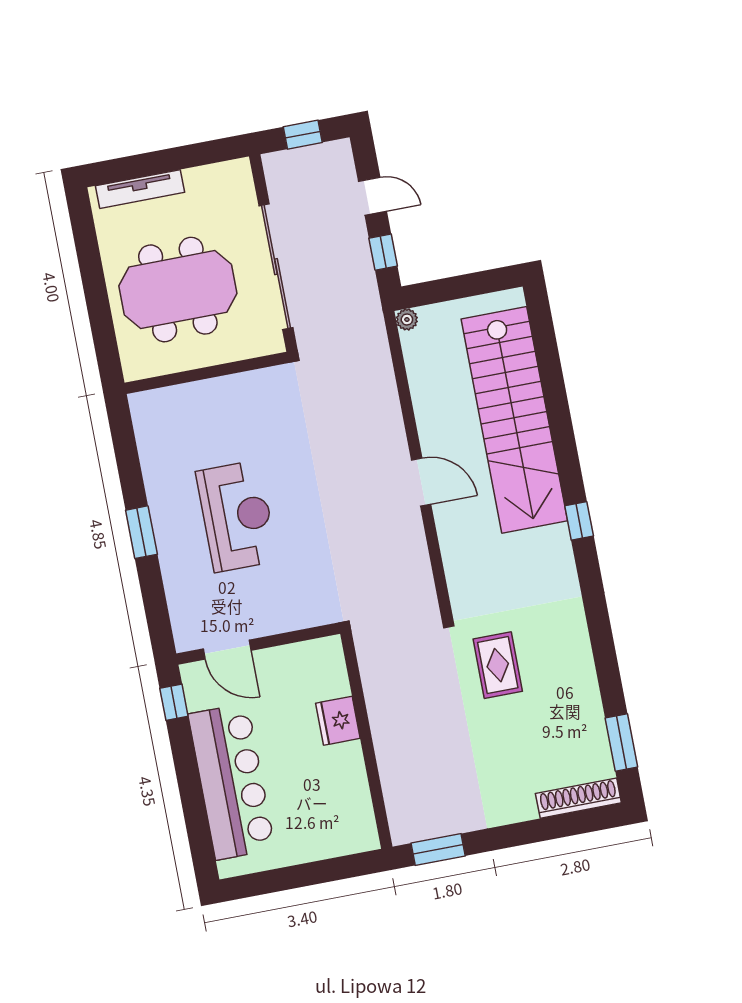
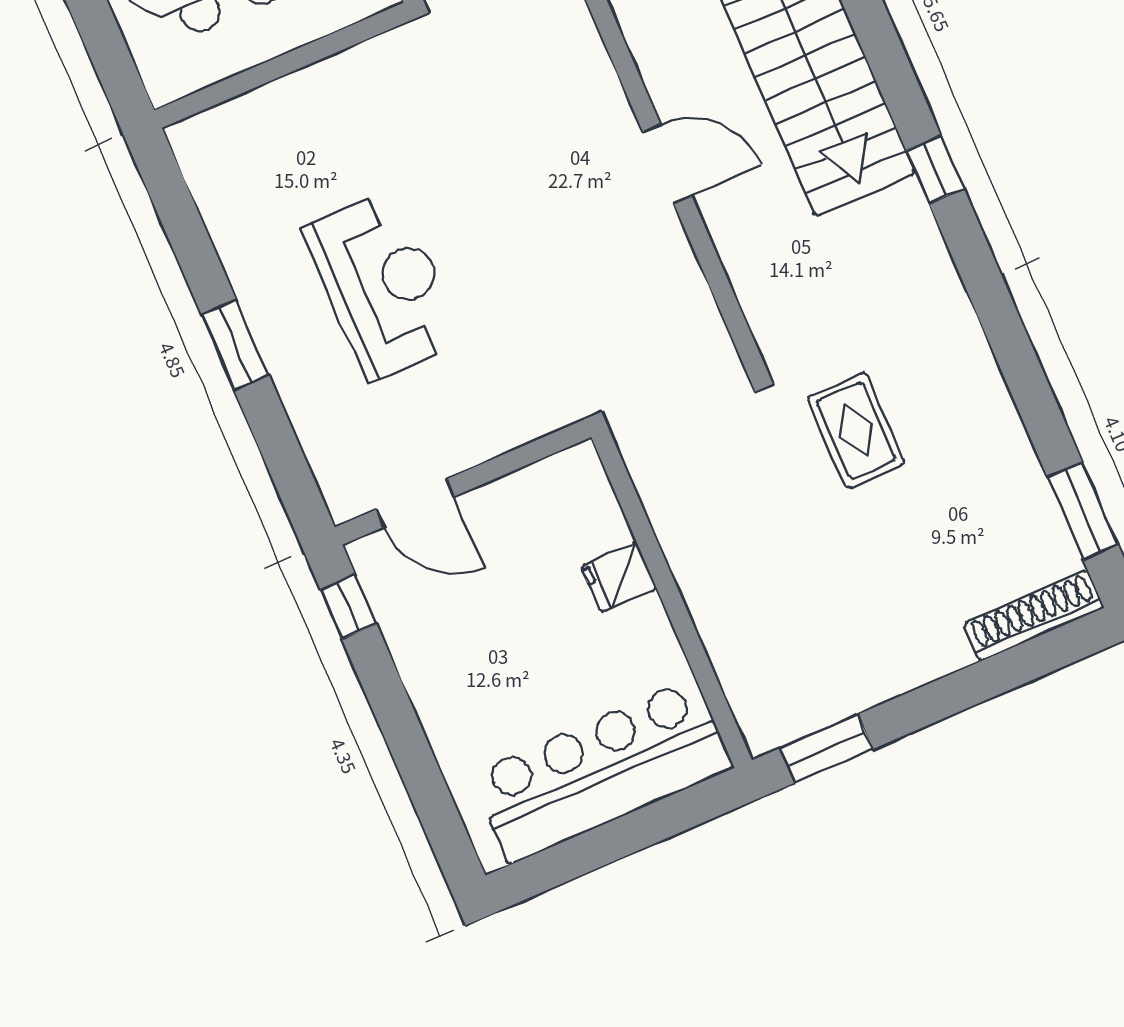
fridge: (338, 721) -> (619, 578), width x0.72
bar counter: (232, 782) -> (602, 771), moved, turned -90

